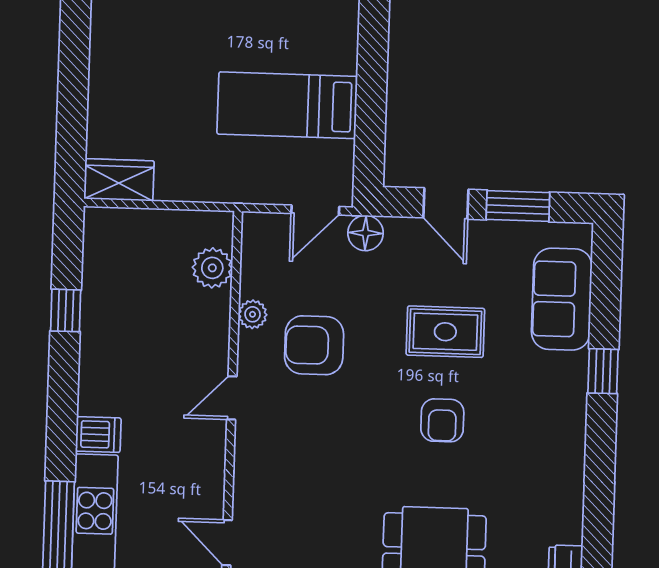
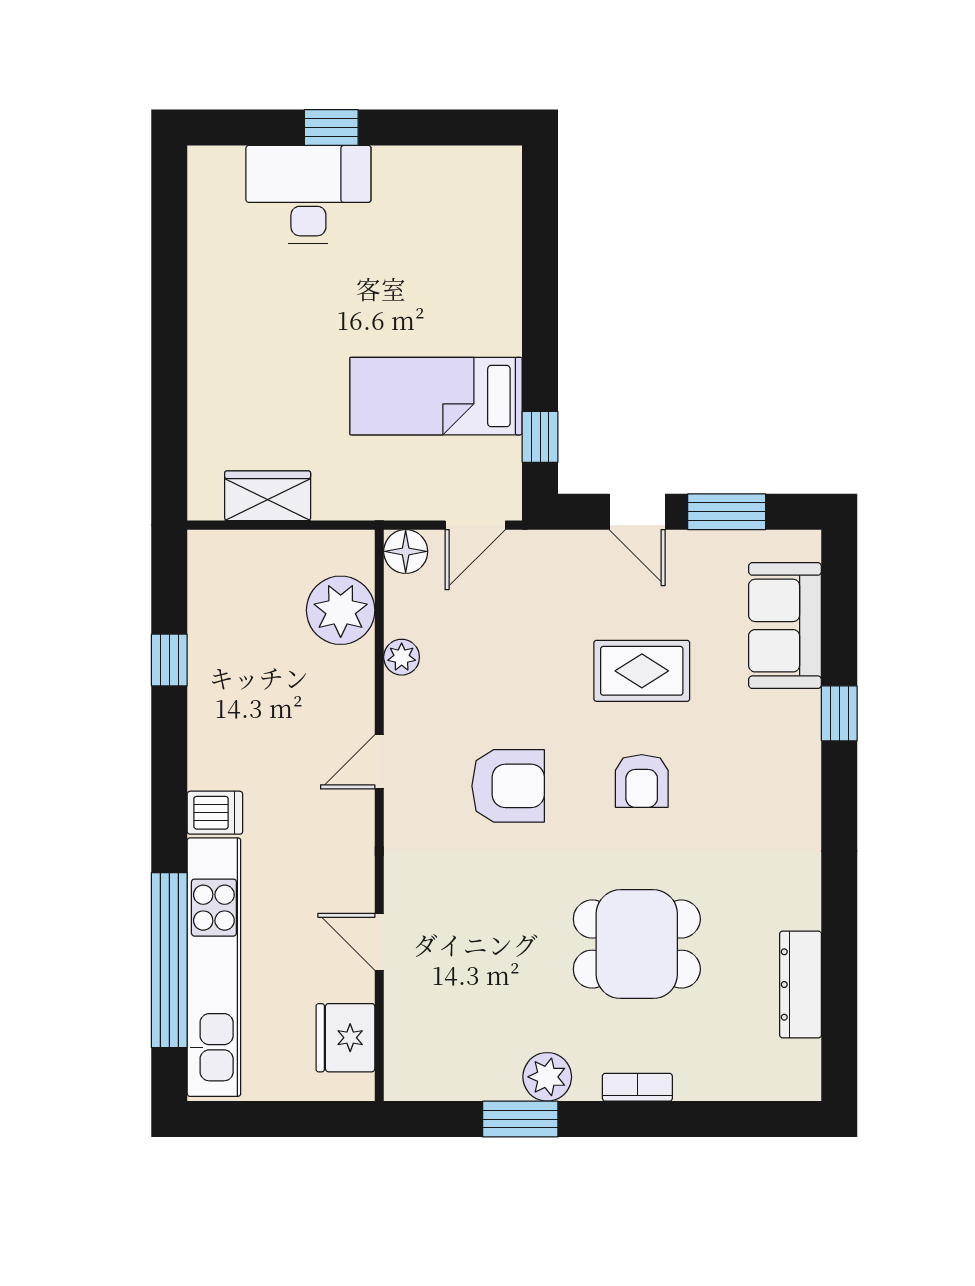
window: (370, 141) -> (540, 437), added
wardrobe: (119, 180) -> (268, 496), moved
floor lamp: (366, 233) -> (406, 551), moved
plant: (212, 268) -> (341, 610), width x1.36, depth x1.36
armchair: (314, 345) -> (508, 786), moved, turned 180

